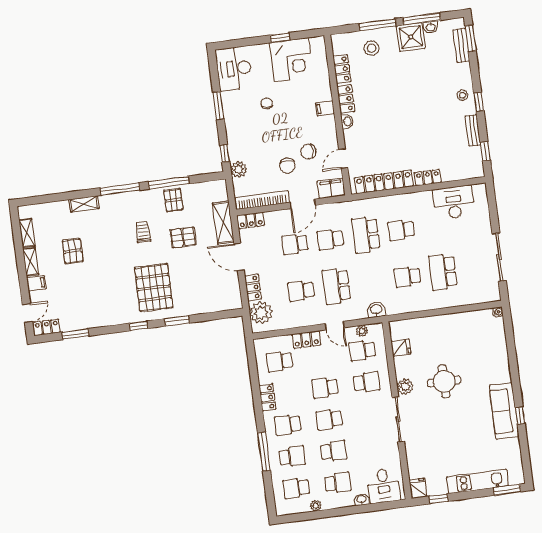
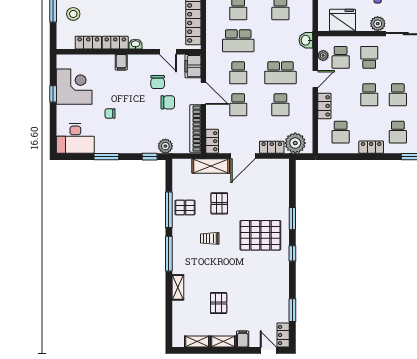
pallet: (73, 251) -> (219, 303), turned 90
fridge: (401, 348) -> (343, 20), width x1.88, depth x1.34

